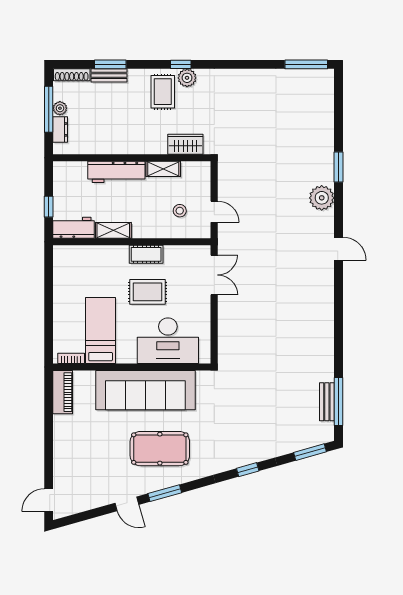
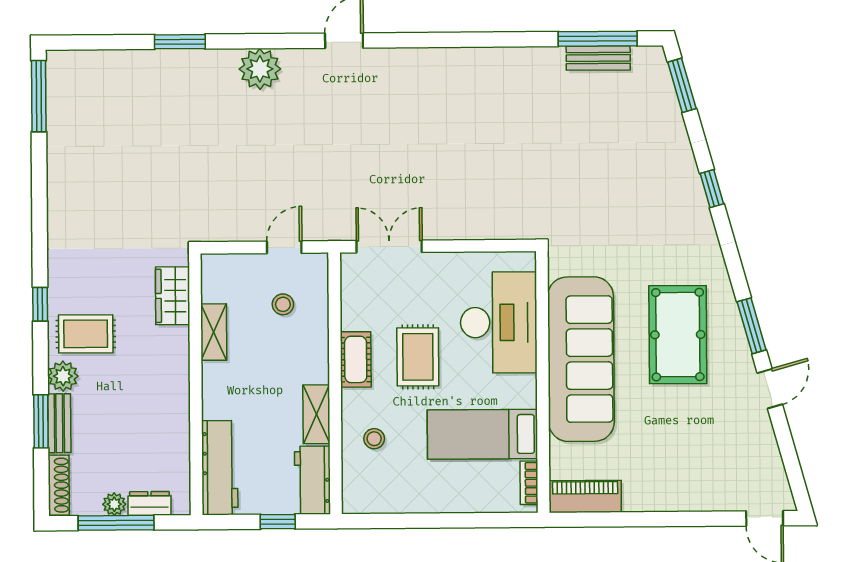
plant: (187, 78) -> (63, 376), moved
window: (338, 167) -> (180, 42), moved
workbench: (116, 172) -> (220, 468), moved
stool: (98, 265) -> (374, 439), added

